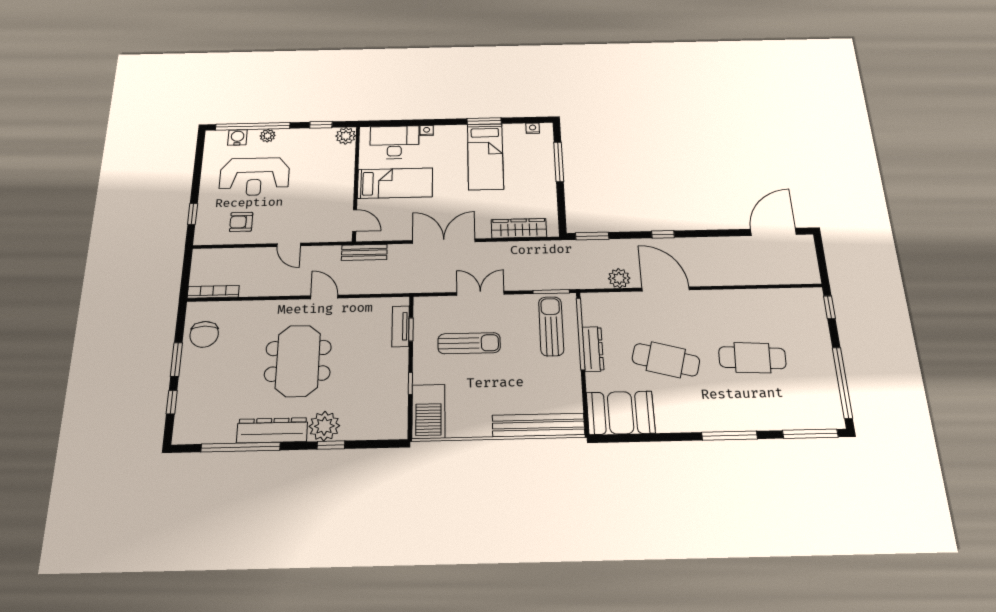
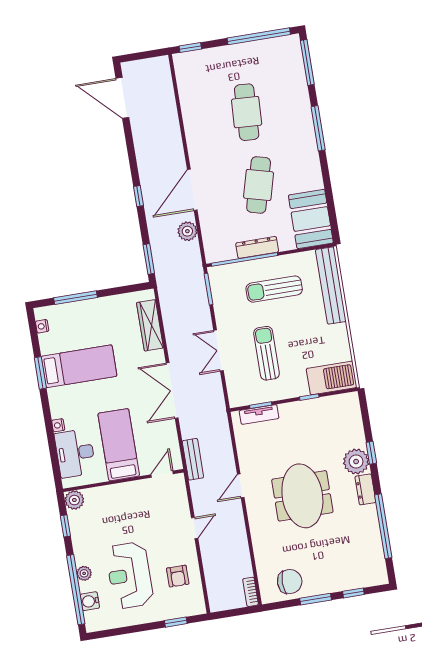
reception desk: (254, 177) -> (129, 575), turned 180
bookcase: (213, 292) -> (250, 592), width x0.64
sun lounger: (551, 326) -> (274, 289), moved
meeting table: (298, 361) -> (302, 496), turned 90
dresser: (272, 430) -> (365, 489), width x0.51, depth x0.80

